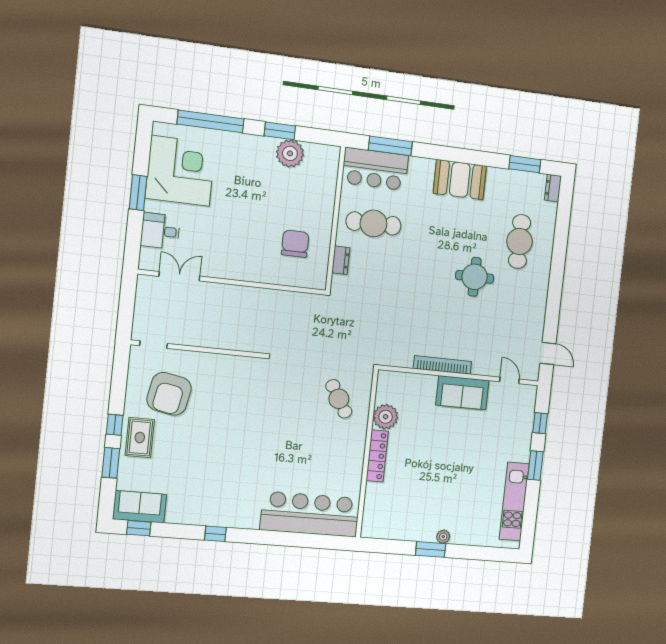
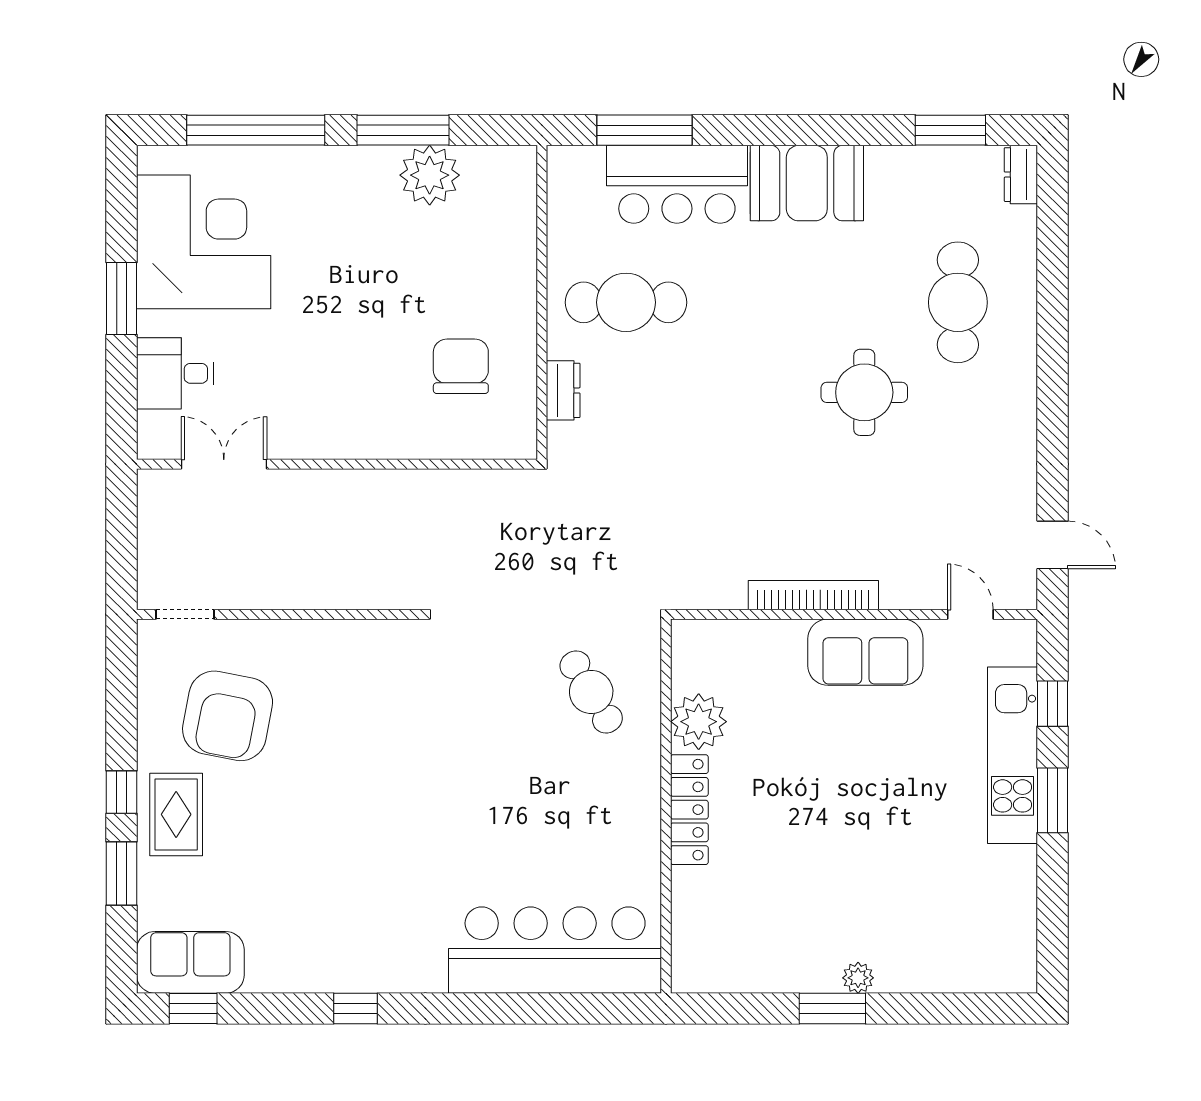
window: (280, 131) -> (403, 130), width x1.44
bar counter: (375, 169) -> (677, 184), moved
kitchen unit: (514, 501) -> (1013, 755), moved

